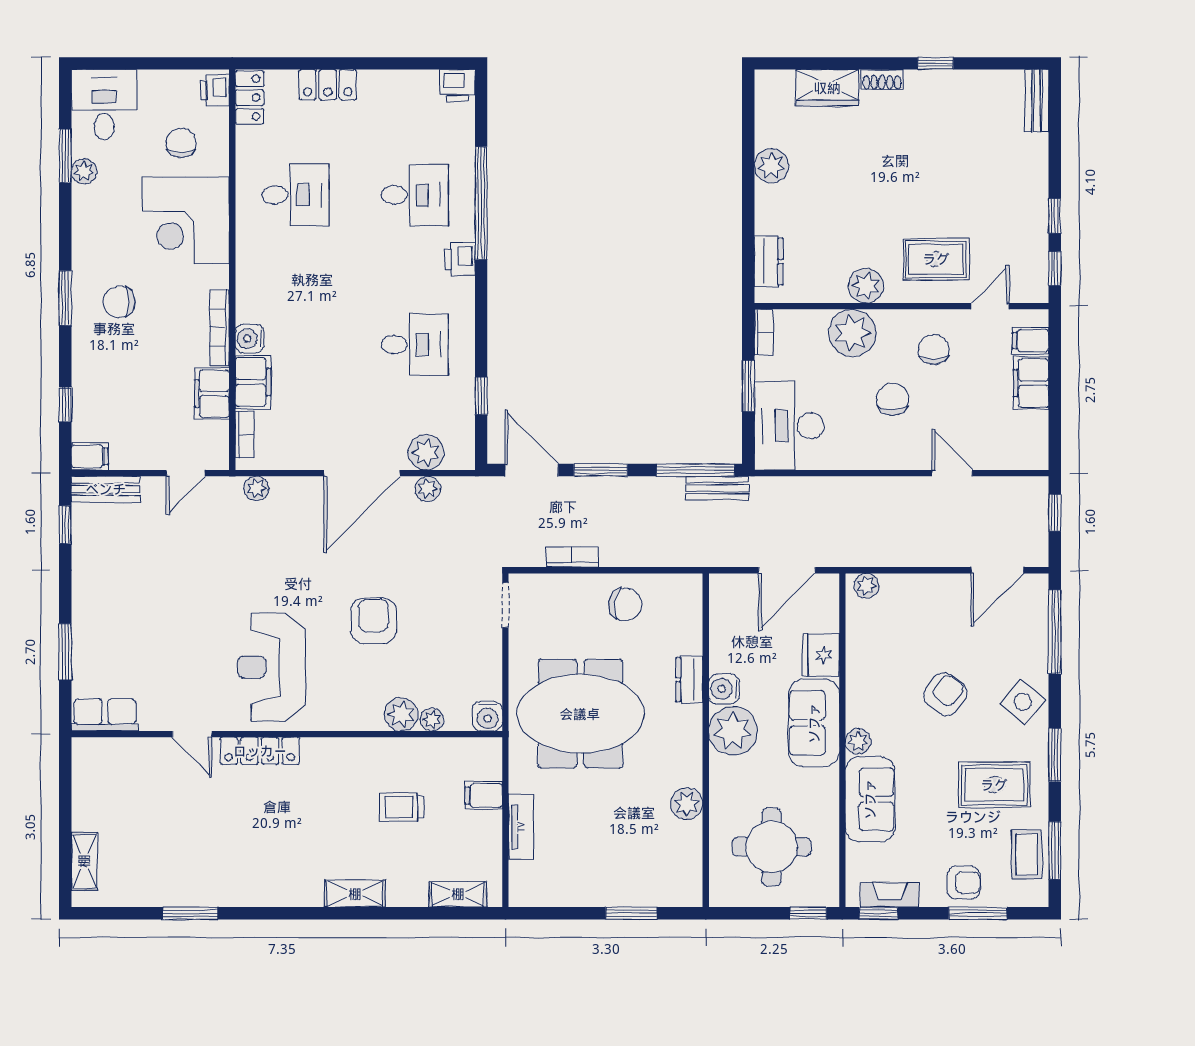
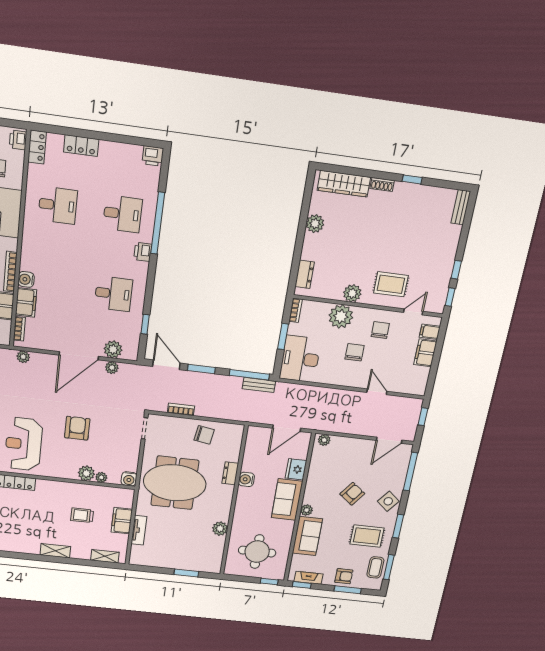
wardrobe: (827, 88) -> (344, 184), width x1.50
plant: (733, 731) -> (248, 499), removed
filing cabinet: (484, 796) -> (122, 521), width x2.00

